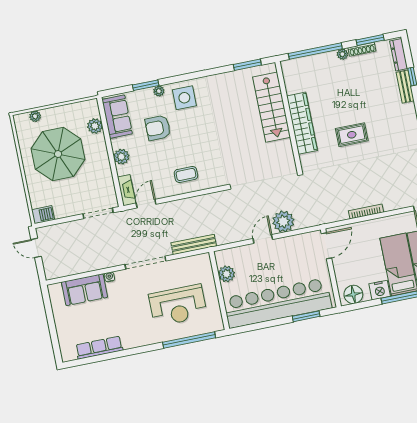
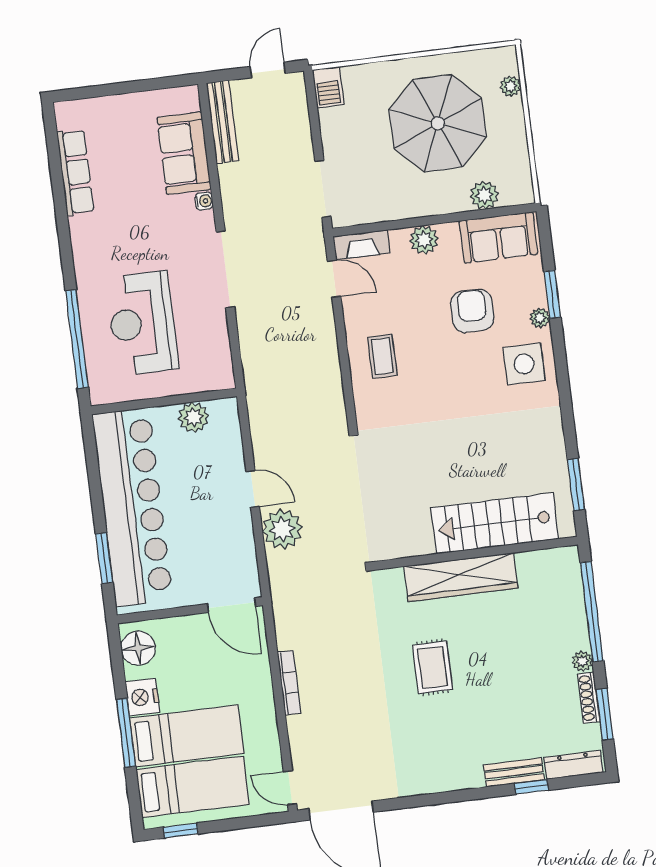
bench: (194, 244) -> (223, 122), moved

